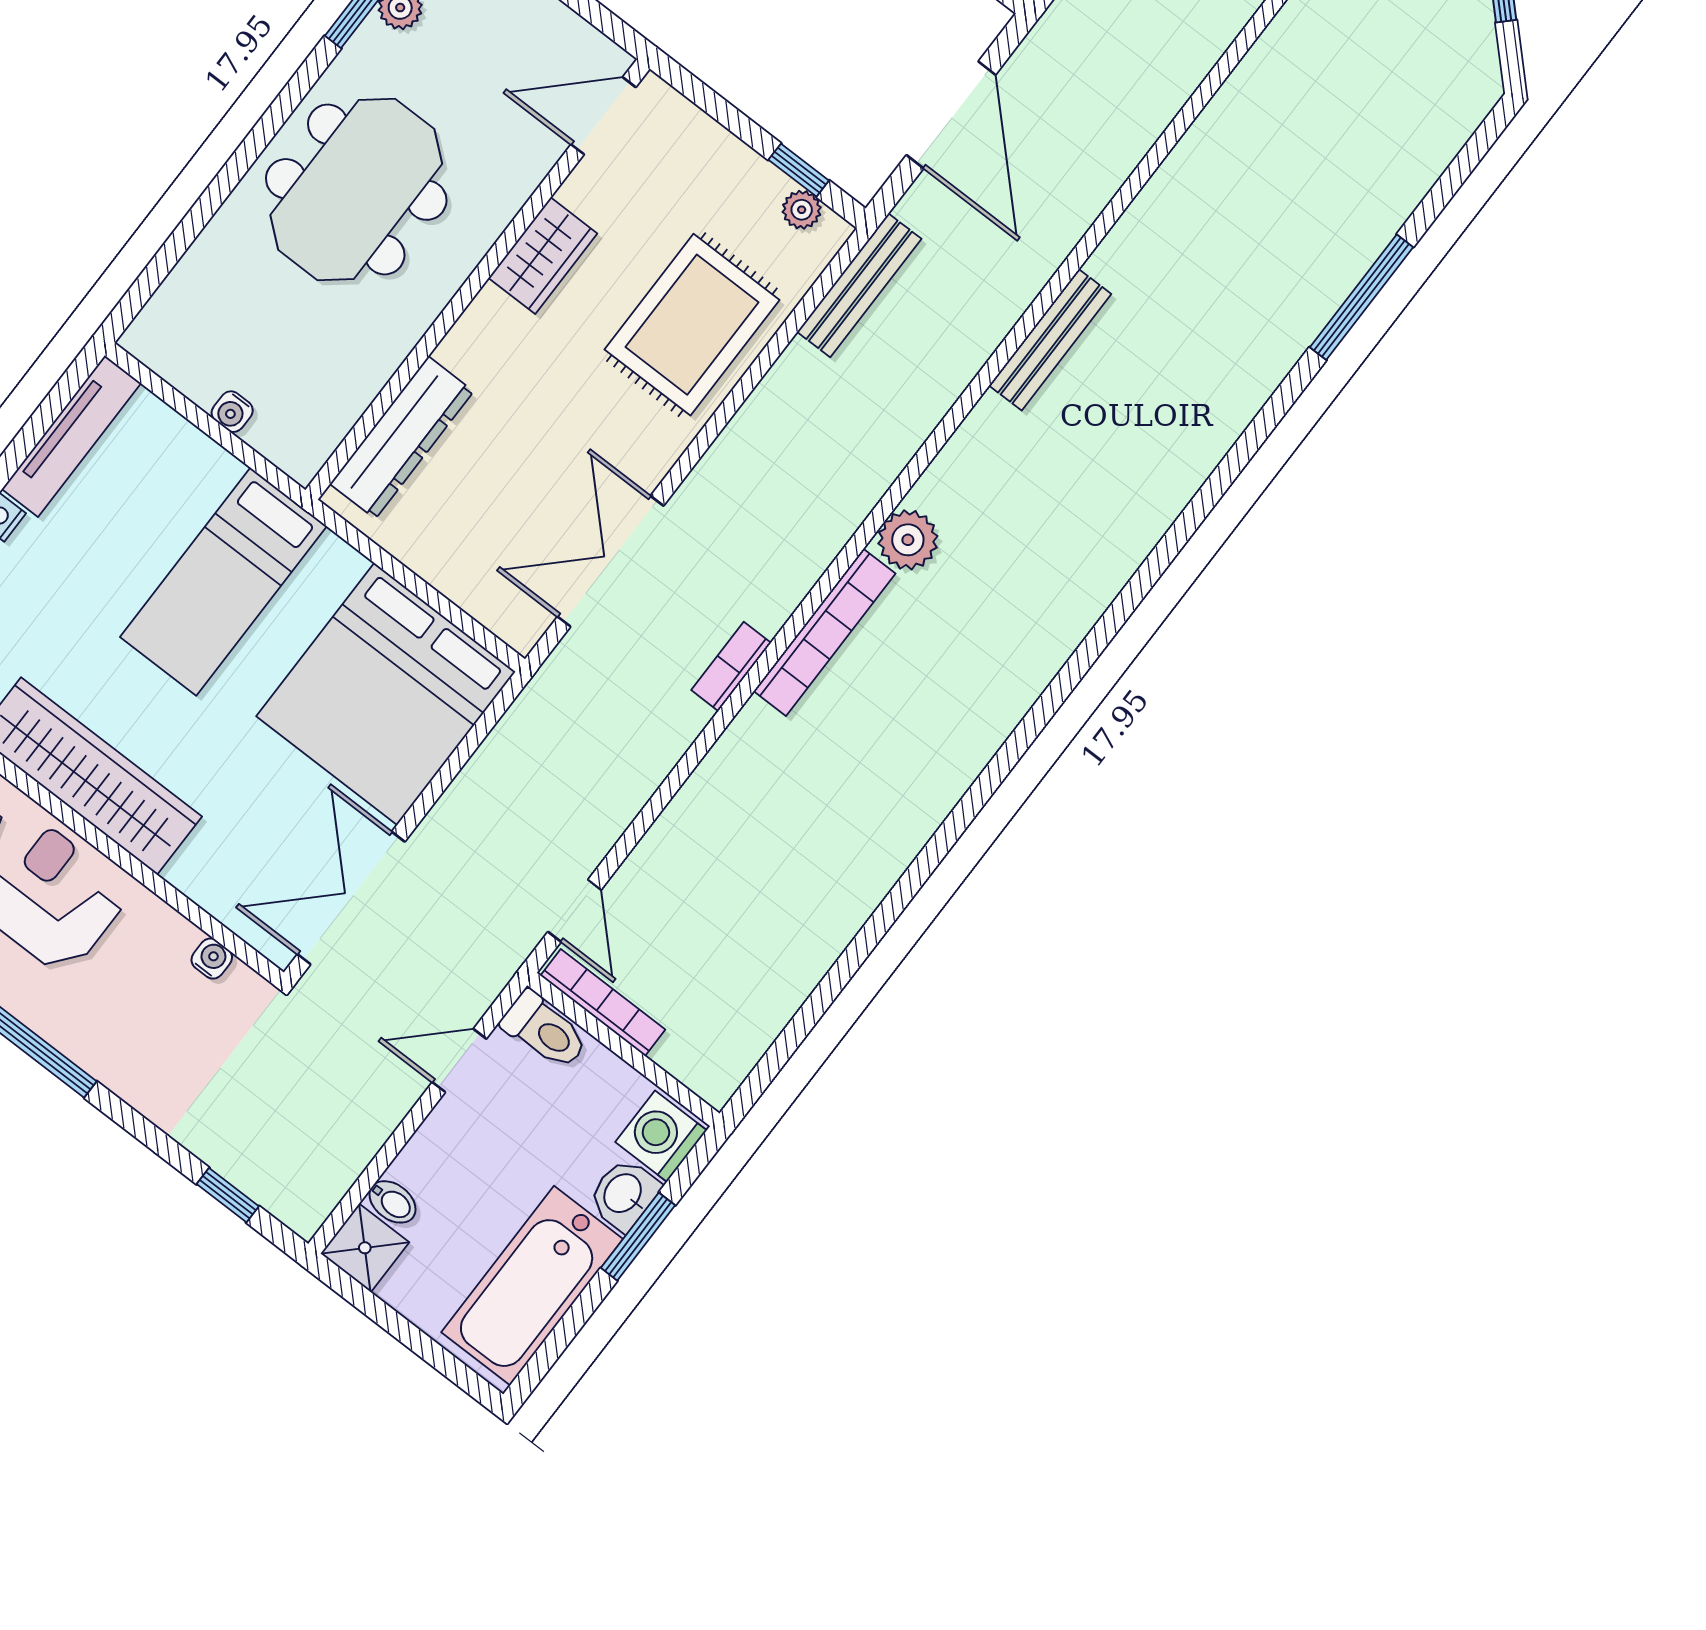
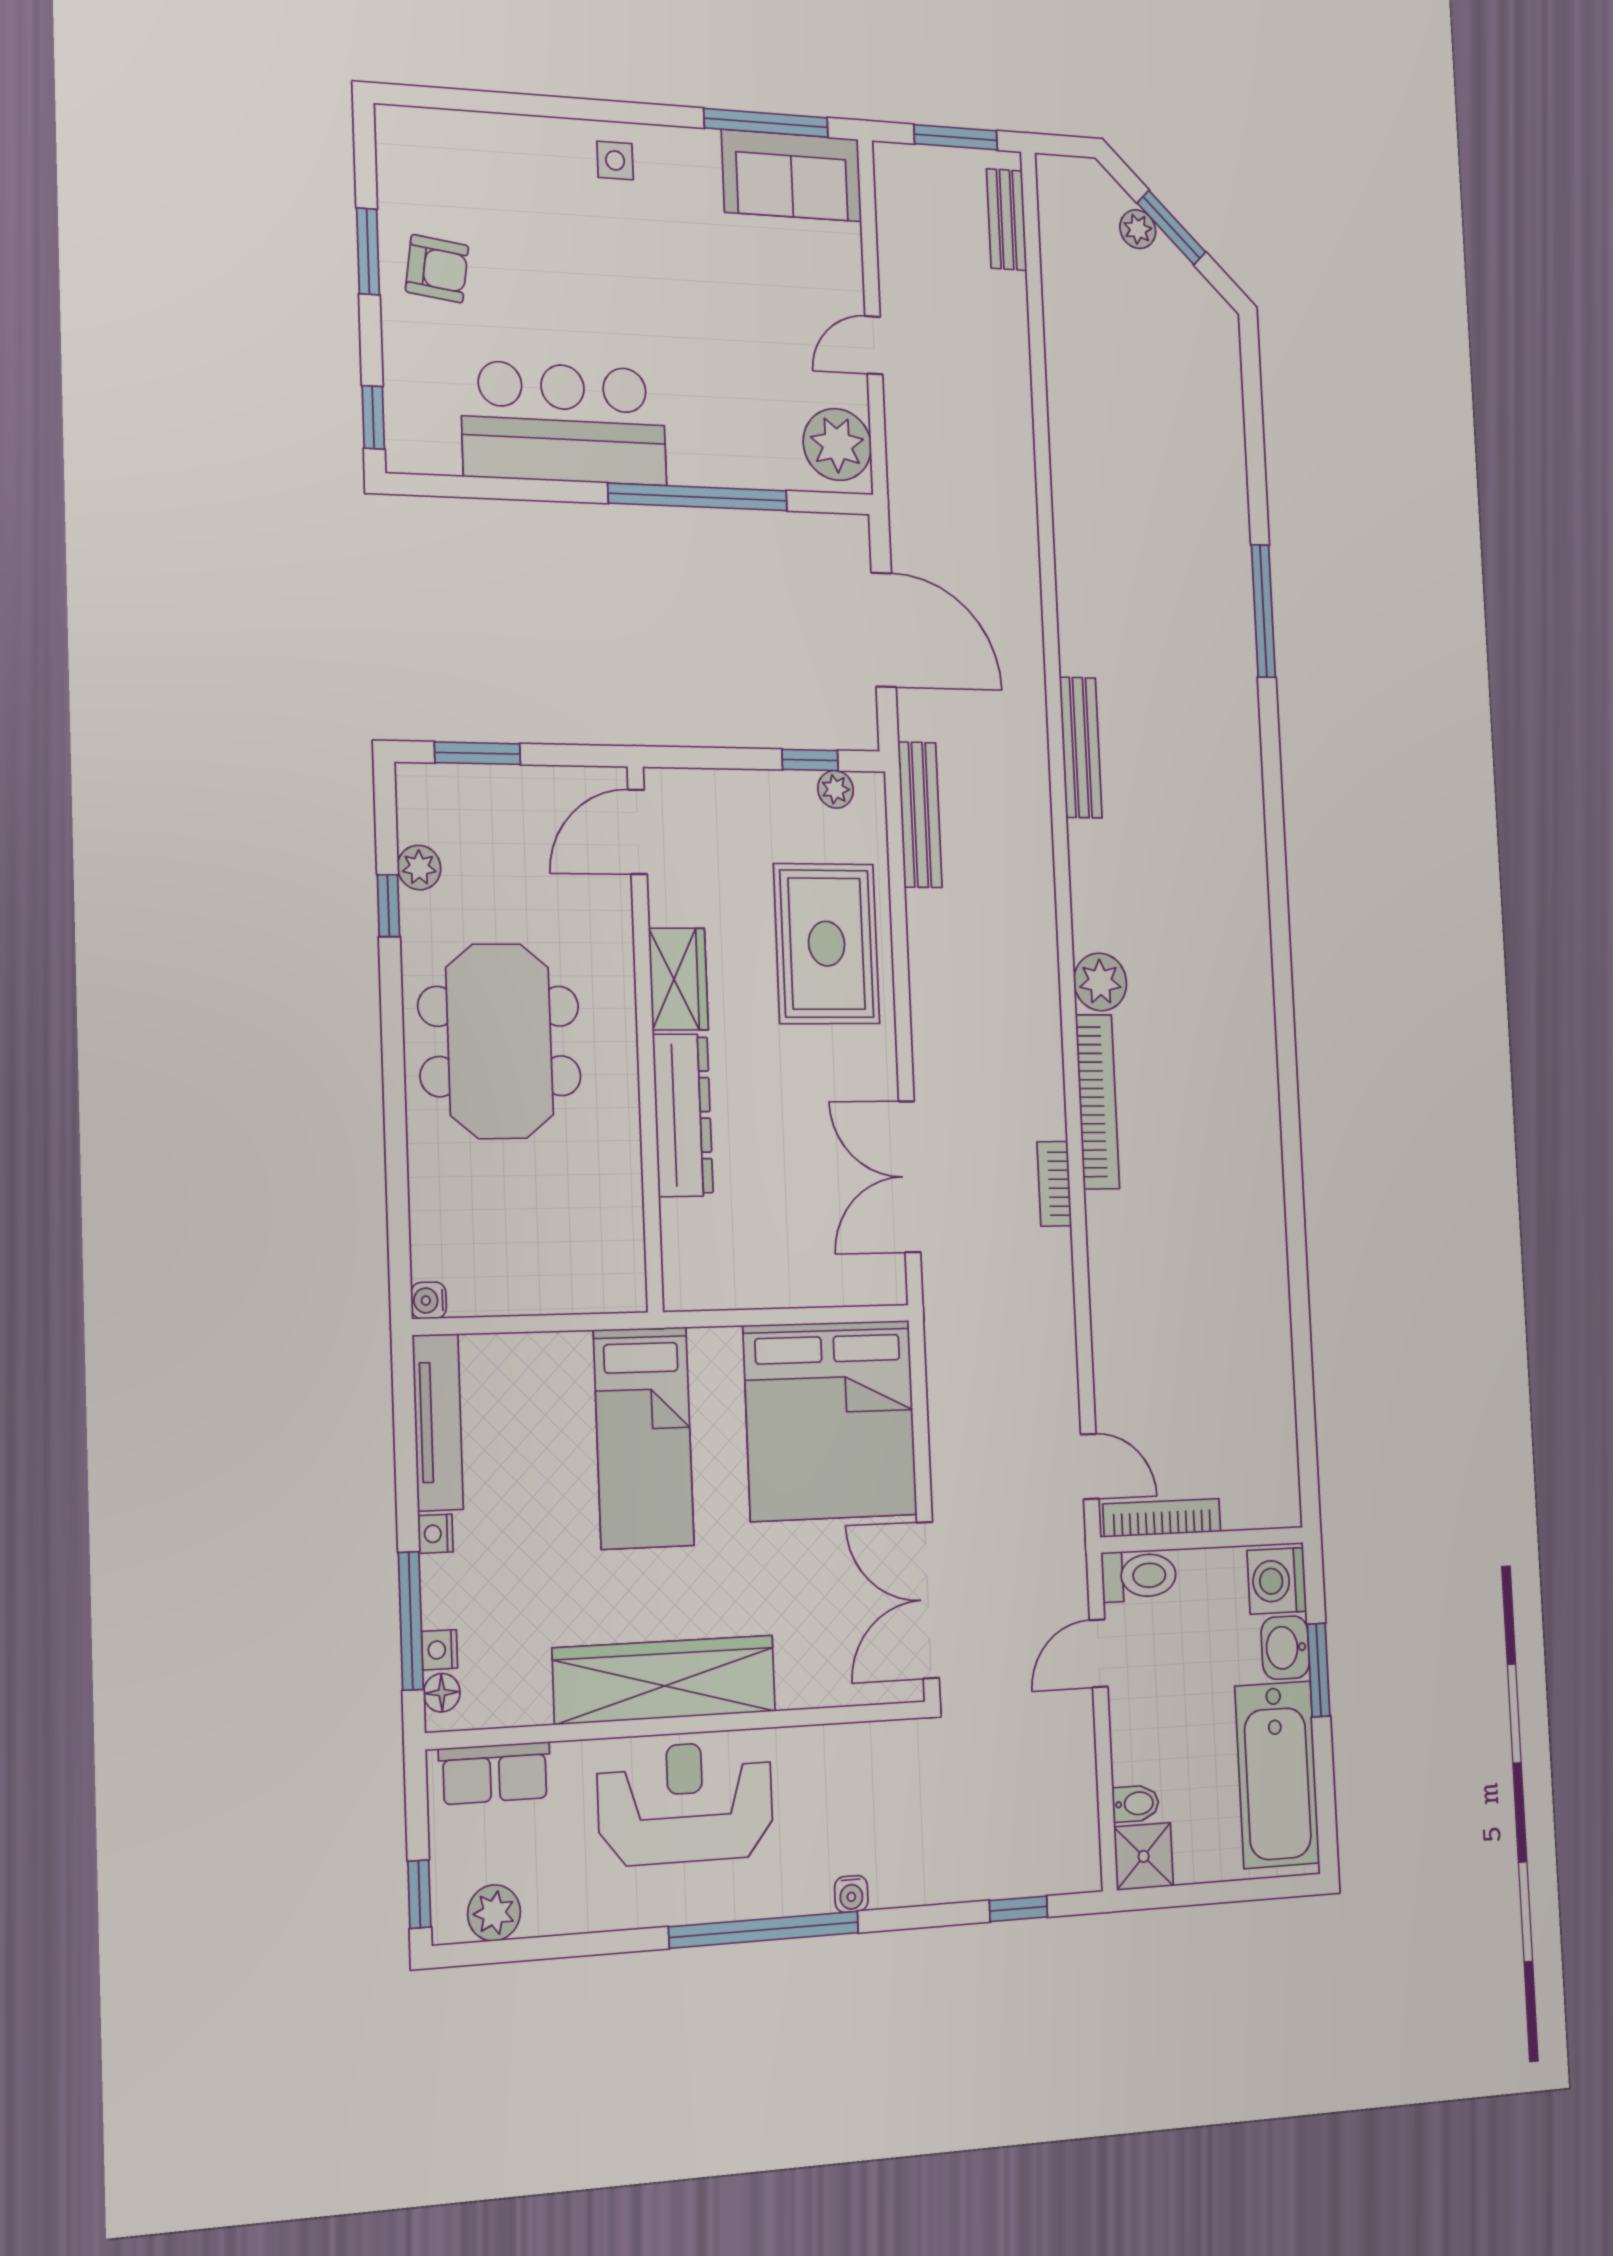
window: (1362, 297) -> (1263, 611), moved
water cooler: (232, 412) -> (429, 1300), moved, turned 90
dresser: (402, 438) -> (683, 1115), moved
water cooler: (212, 959) -> (851, 1894), moved, turned 180

